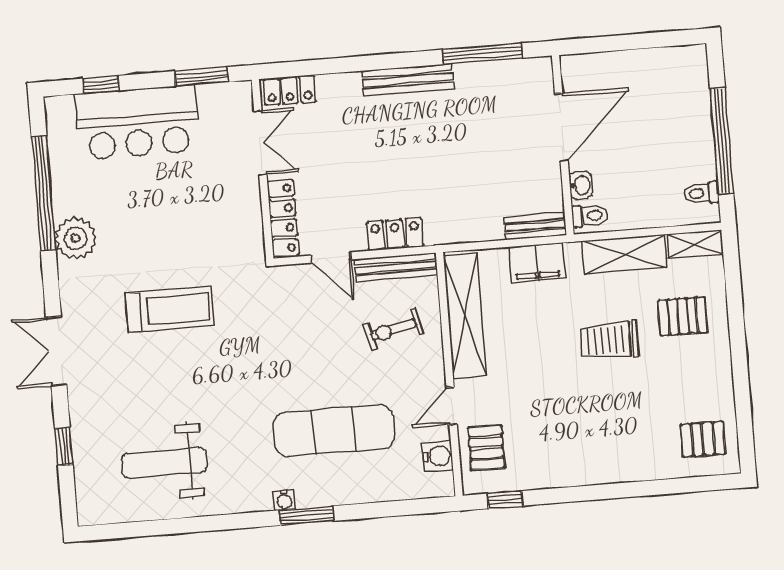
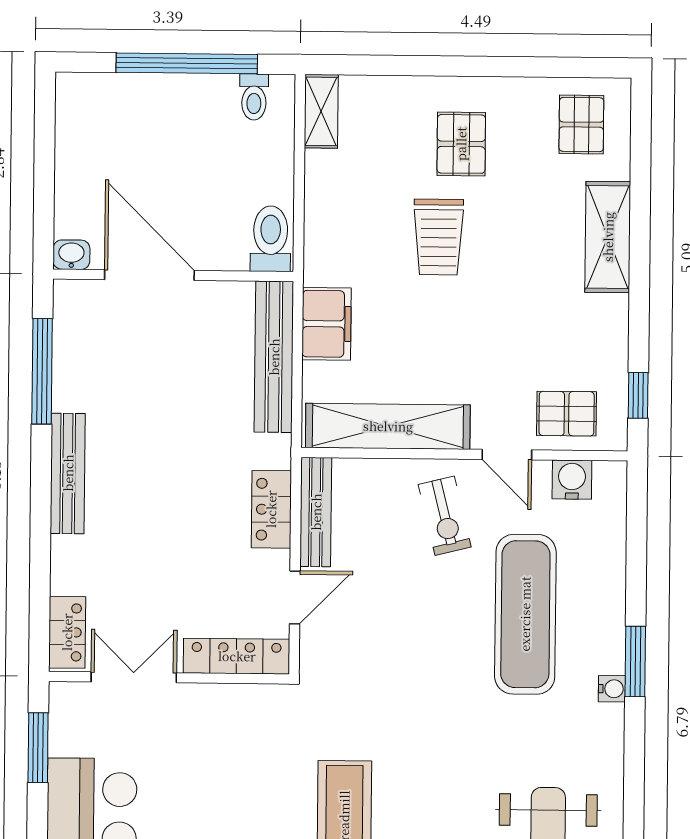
washbasin: (581, 185) -> (71, 255), moved
toilet: (590, 216) -> (271, 239), width x1.37, depth x1.39
bench: (535, 226) -> (274, 357), width x1.86, depth x1.21
shelving: (624, 254) -> (608, 237), moved
pallet: (683, 316) -> (461, 144), moved
exercise bike: (394, 329) -> (445, 516), moved

